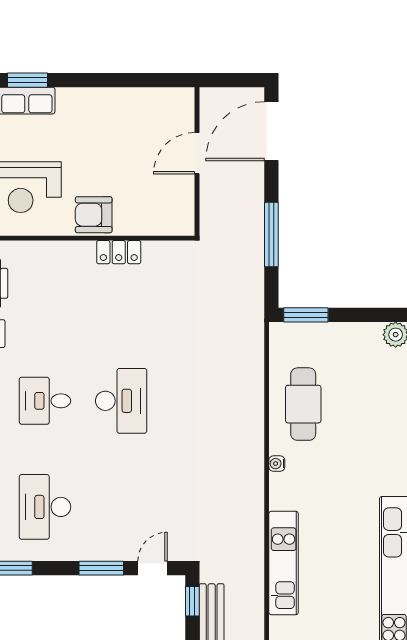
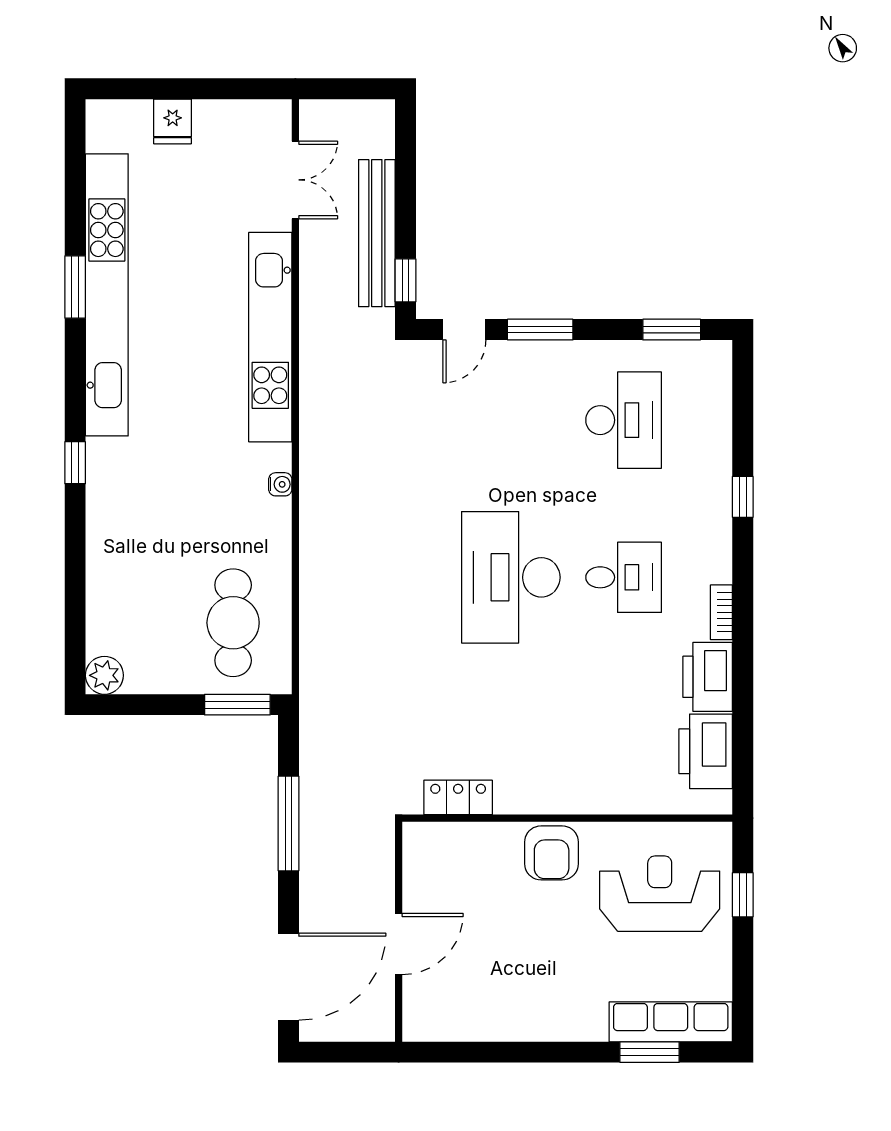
armchair: (94, 215) -> (552, 853), turned 90
locker: (119, 252) -> (458, 797), moved
desk: (121, 401) -> (511, 577), width x1.36, depth x1.30
cafe table: (303, 404) -> (233, 623), moved
kitchen unit: (284, 563) -> (270, 337), width x1.36

